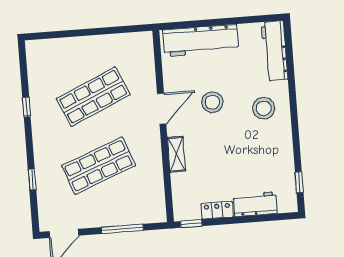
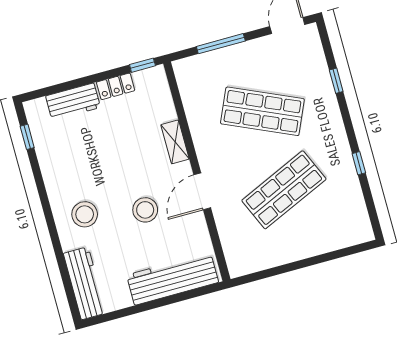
shop shelf: (99, 166) -> (262, 111), turned 45

